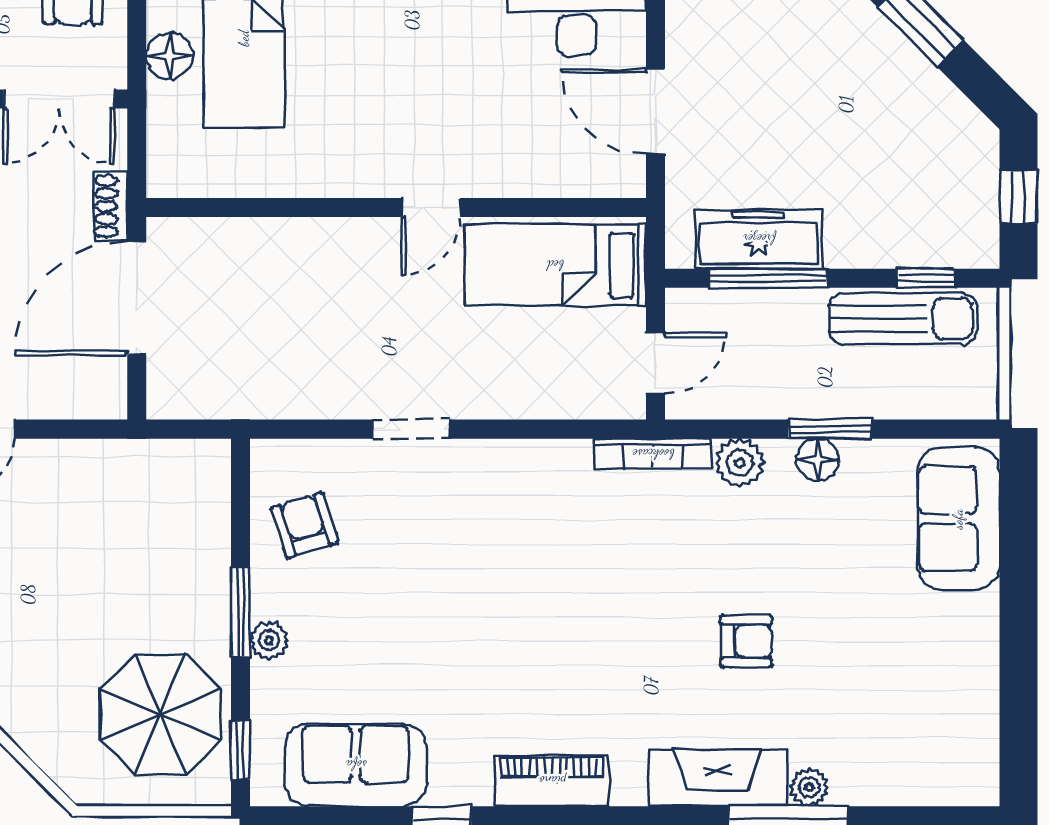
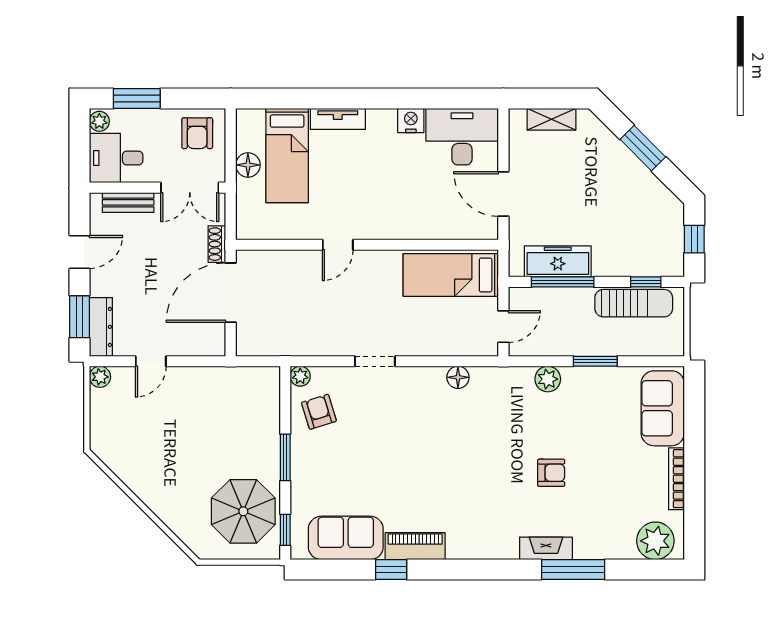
door: (431, 207) -> (338, 245), moved
bookcase: (653, 454) -> (676, 479), moved, turned 90
floor lamp: (818, 460) -> (458, 377), moved
plant: (269, 640) -> (300, 376), moved
fireplace: (718, 778) -> (546, 548), width x0.73, depth x0.76
piano: (552, 781) -> (415, 546), moved
plant: (809, 787) -> (655, 541), moved, width x1.87, depth x1.87

